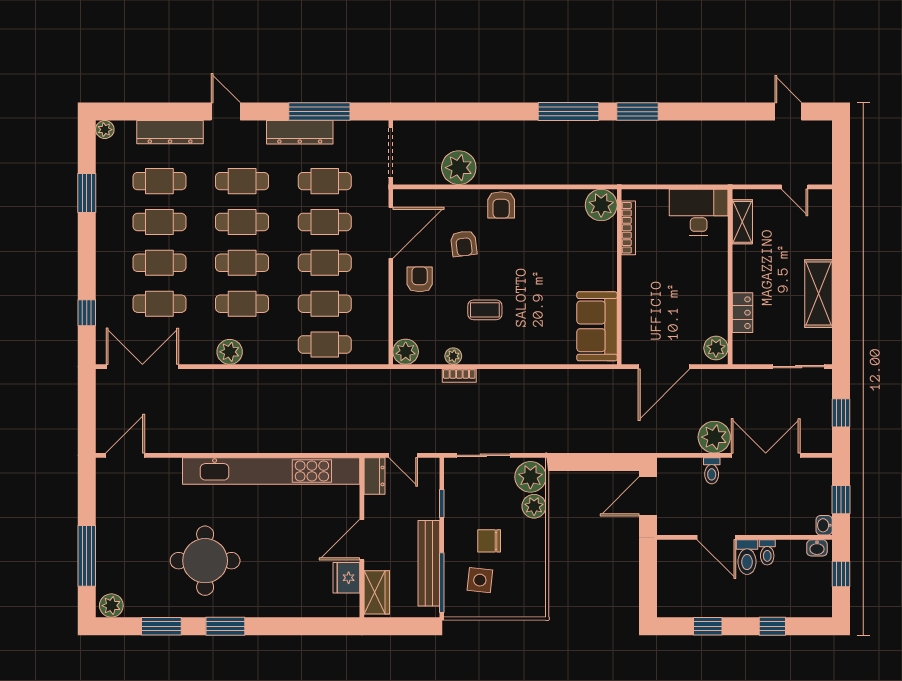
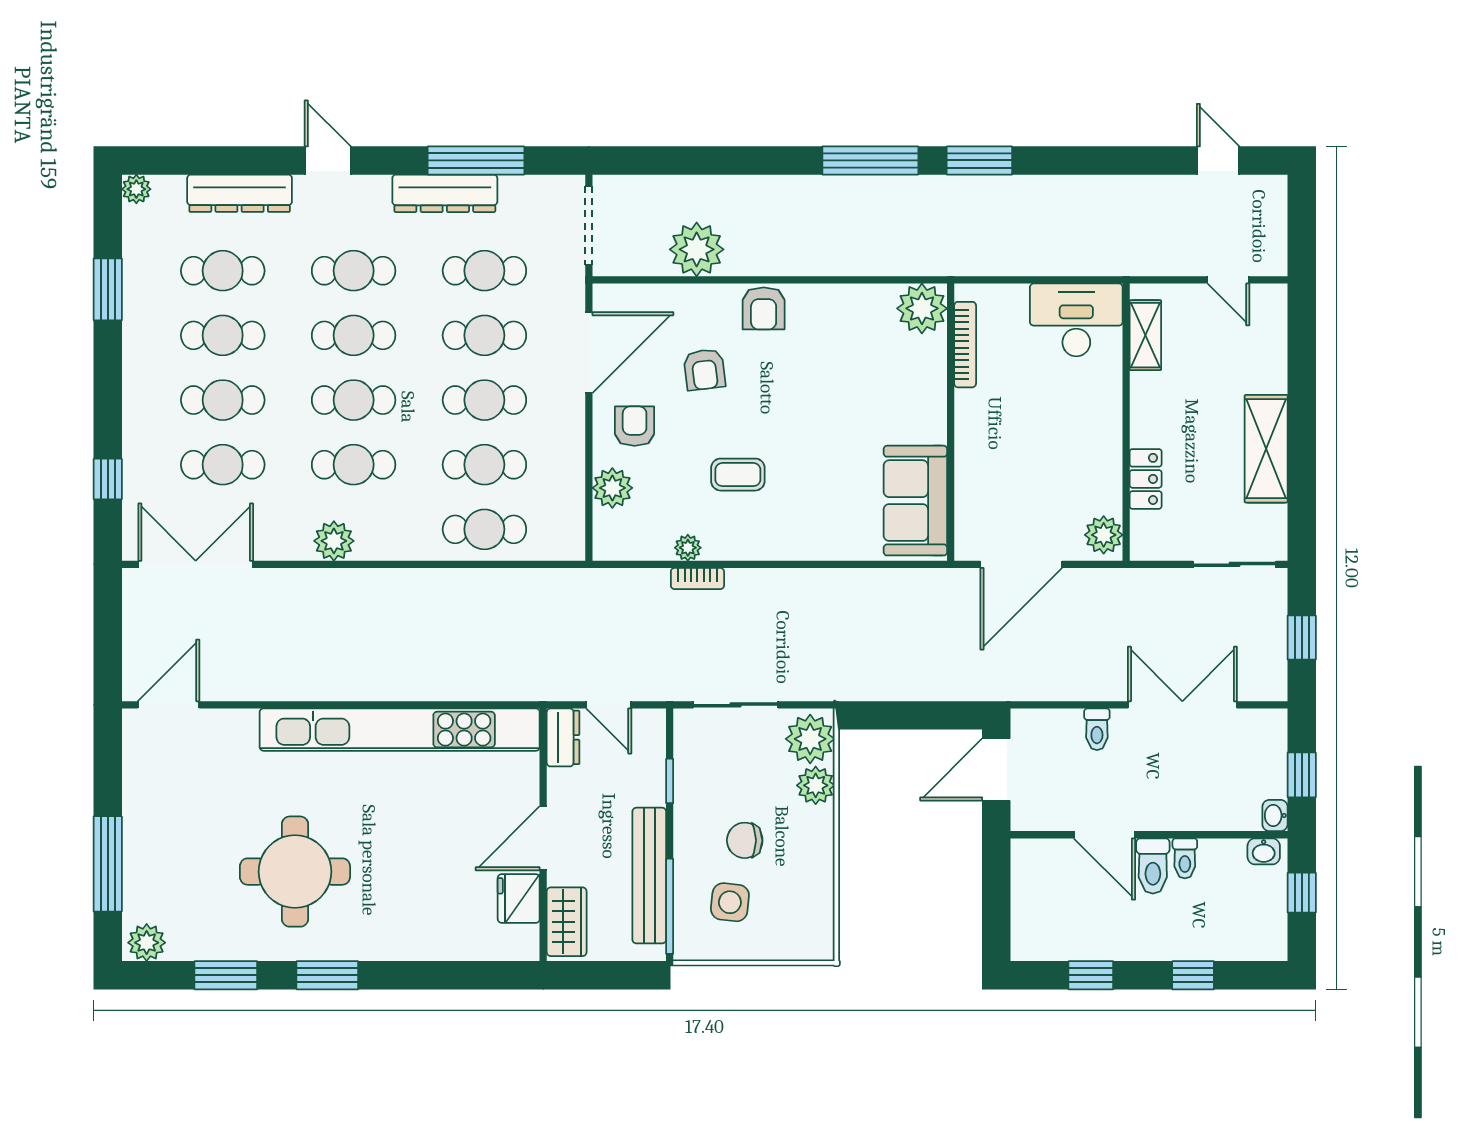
plant: (406, 352) -> (612, 488), moved
plant: (714, 437) -> (1101, 676), removed

